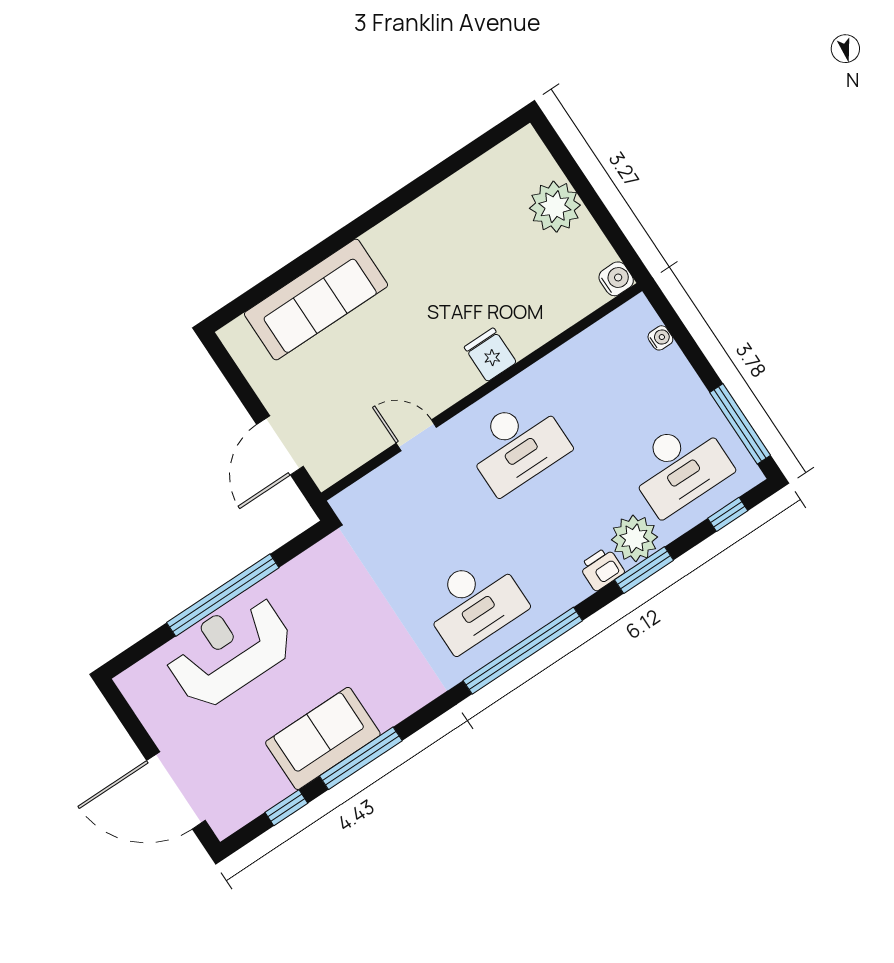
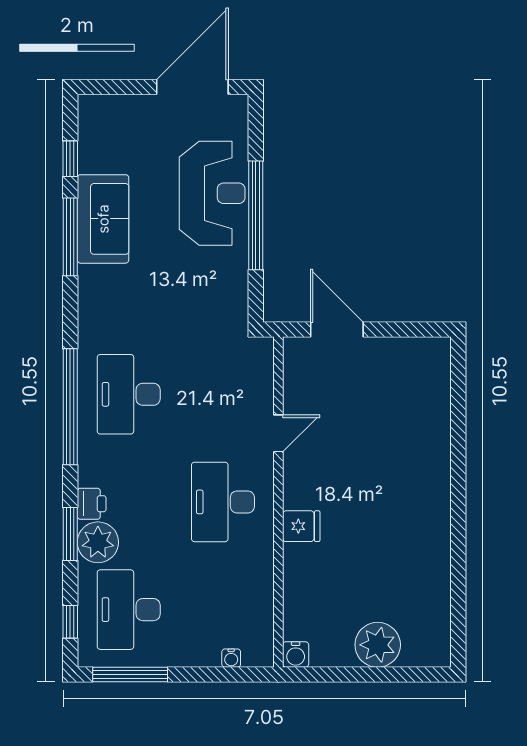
sofa: (316, 299) -> (426, 426), removed
door: (176, 790) -> (192, 87), moved

